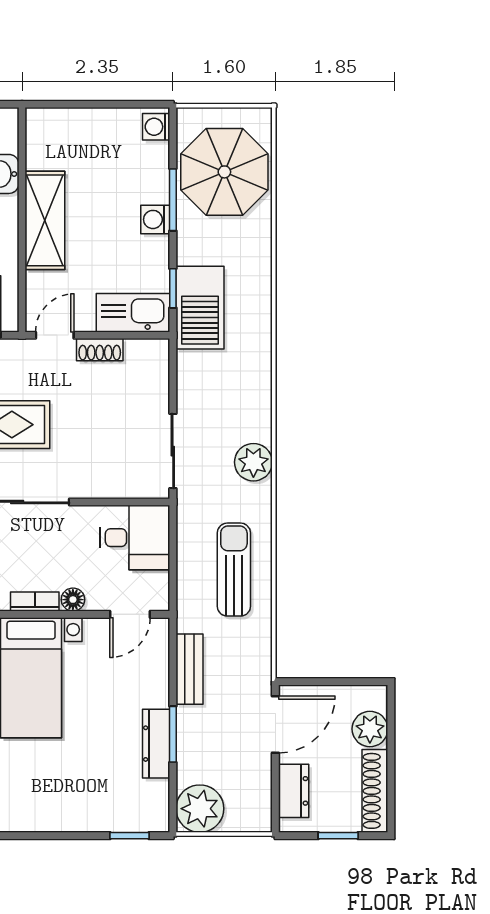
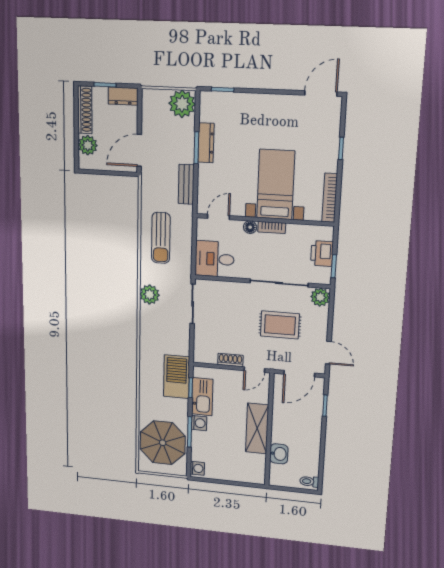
kitchen sink: (133, 313) -> (202, 397), moved, turned -90
dresser: (294, 791) -> (123, 96), moved, turned -90

